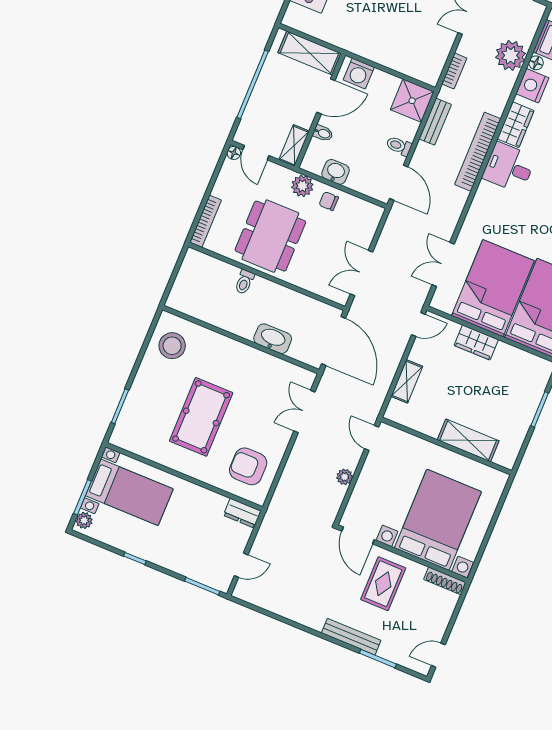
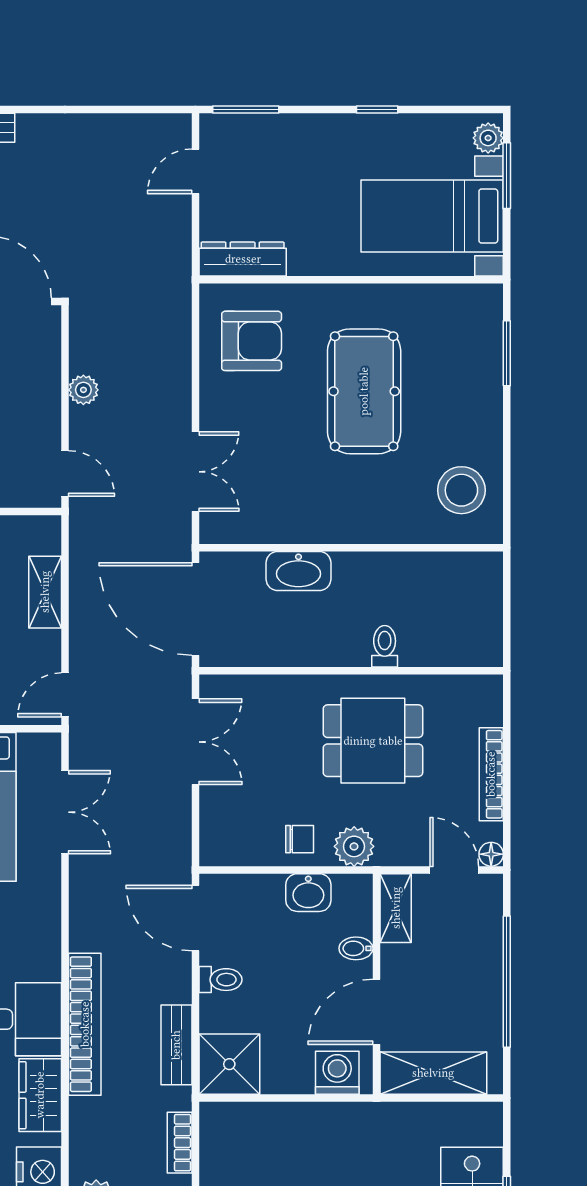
bookcase: (206, 221) -> (491, 774), moved
dining table: (270, 236) -> (373, 741), width x0.73
dresser: (242, 513) -> (243, 259), width x1.44

